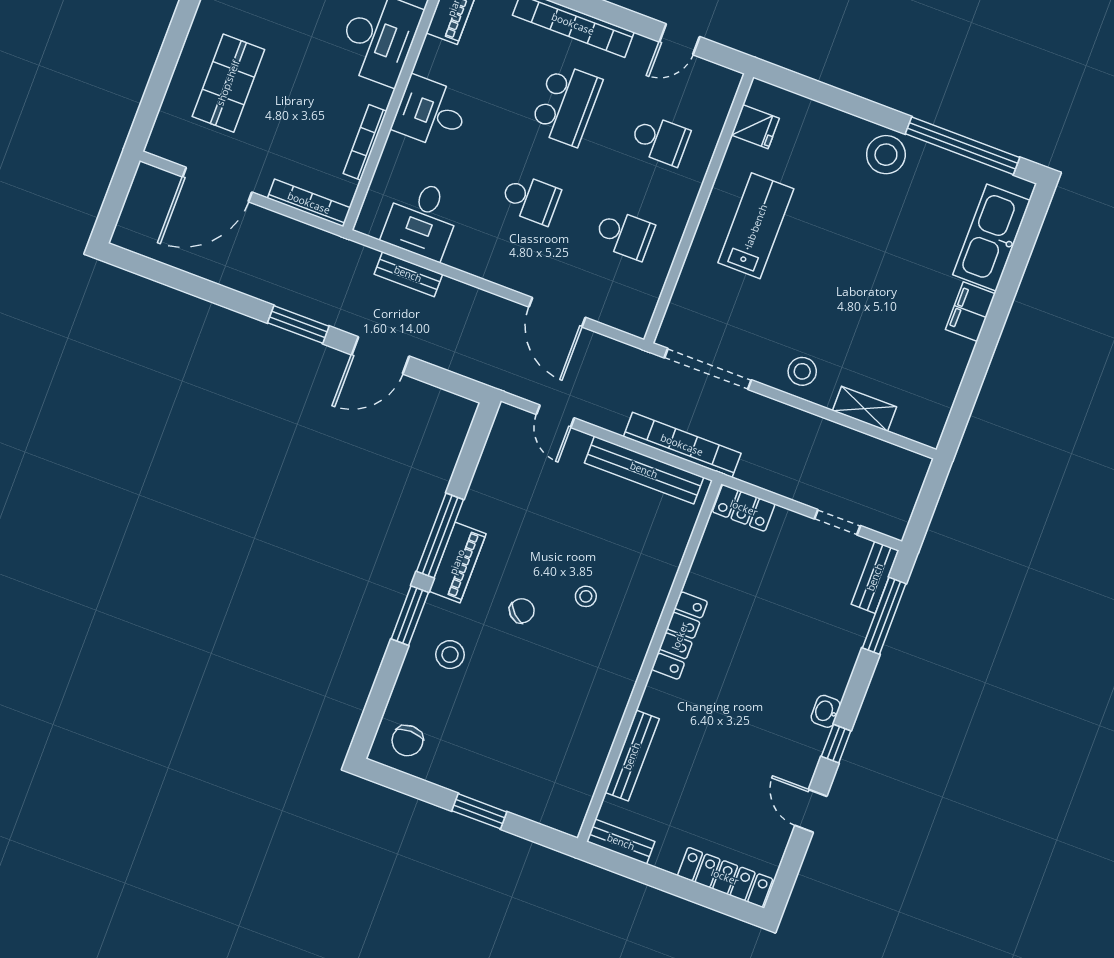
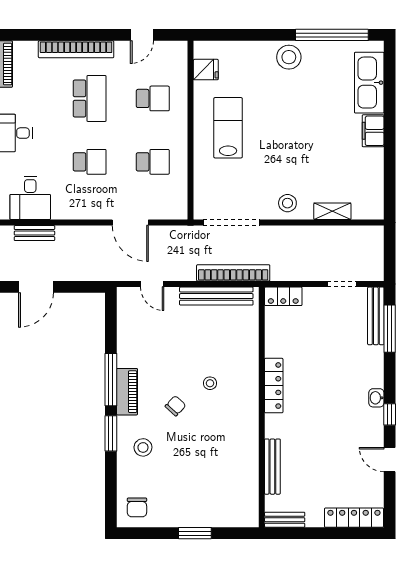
bench: (875, 577) -> (376, 316), width x1.36

